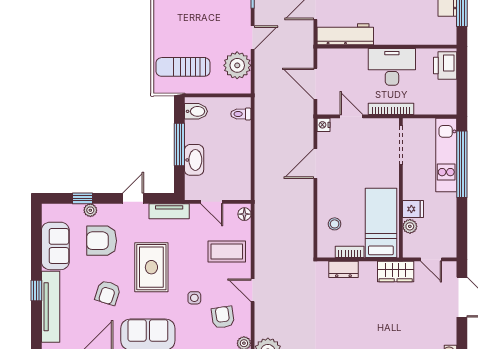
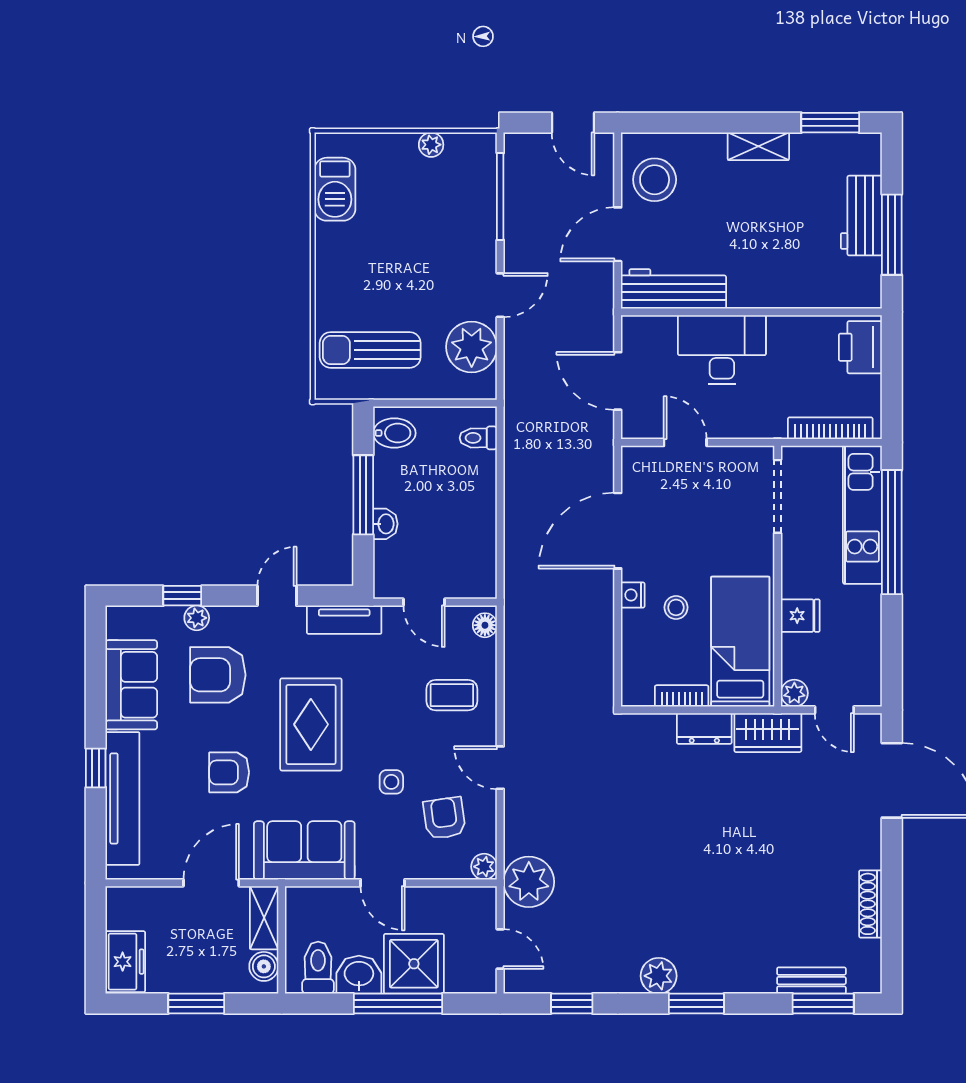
desk: (392, 67) -> (722, 350), moved
bookcase: (391, 109) -> (830, 428), moved
nightstand: (323, 125) -> (633, 595), moved
washbasin: (194, 160) -> (385, 524), width x0.52, depth x0.69
door: (315, 164) -> (618, 531), width x1.36
stool: (335, 224) -> (676, 607), moved
plant: (410, 226) -> (794, 693), moved
coffee table: (227, 251) -> (452, 695), width x0.73, depth x0.77
dresser: (343, 269) -> (704, 729), moved
armchair: (108, 293) -> (229, 772), turned 72

